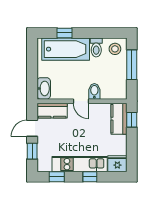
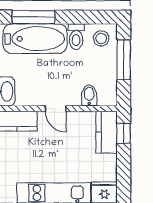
window: (65, 33) -> (34, 17), width x2.17
bidet: (94, 91) -> (89, 95), moved

